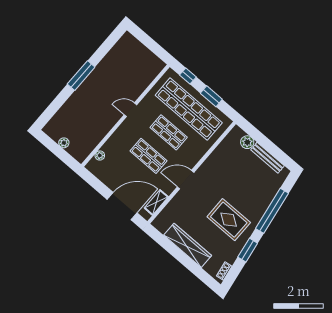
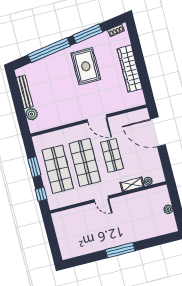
shop shelf: (189, 109) -> (58, 169), width x0.71
shop shelf: (169, 132) -> (85, 162), width x1.43, depth x1.36
shelving: (156, 202) -> (132, 184), moved
window: (248, 250) -> (88, 34), width x1.44

